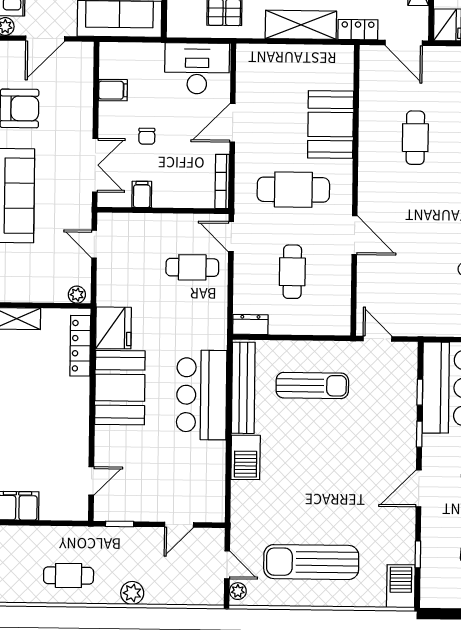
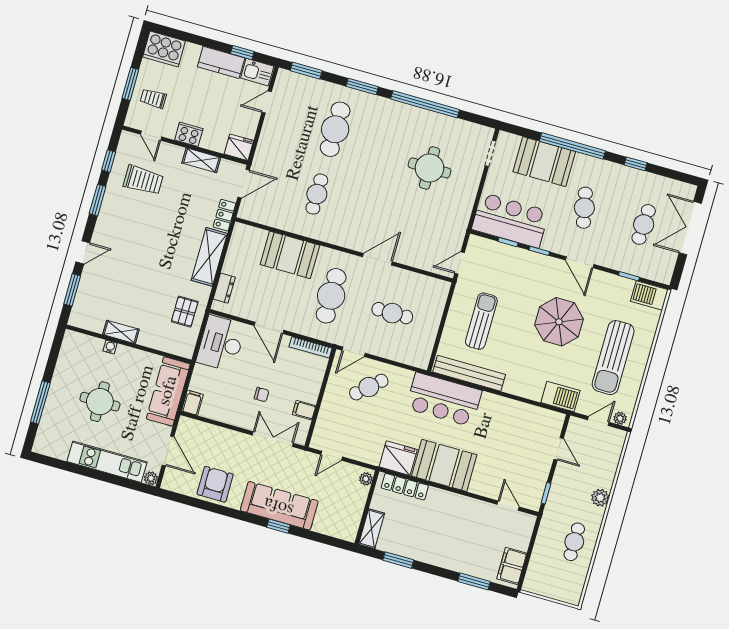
filing cabinet: (113, 90) -> (192, 403), moved
cafe table: (415, 138) -> (317, 194), turned 90
cafe table: (192, 267) -> (369, 387), turned 48
dresser: (250, 325) -> (224, 288), moved, turned 180
bar counter: (202, 395) -> (444, 399), moved
barbecue: (246, 457) -> (560, 397), moved
parasol: (338, 483) -> (559, 322), added

